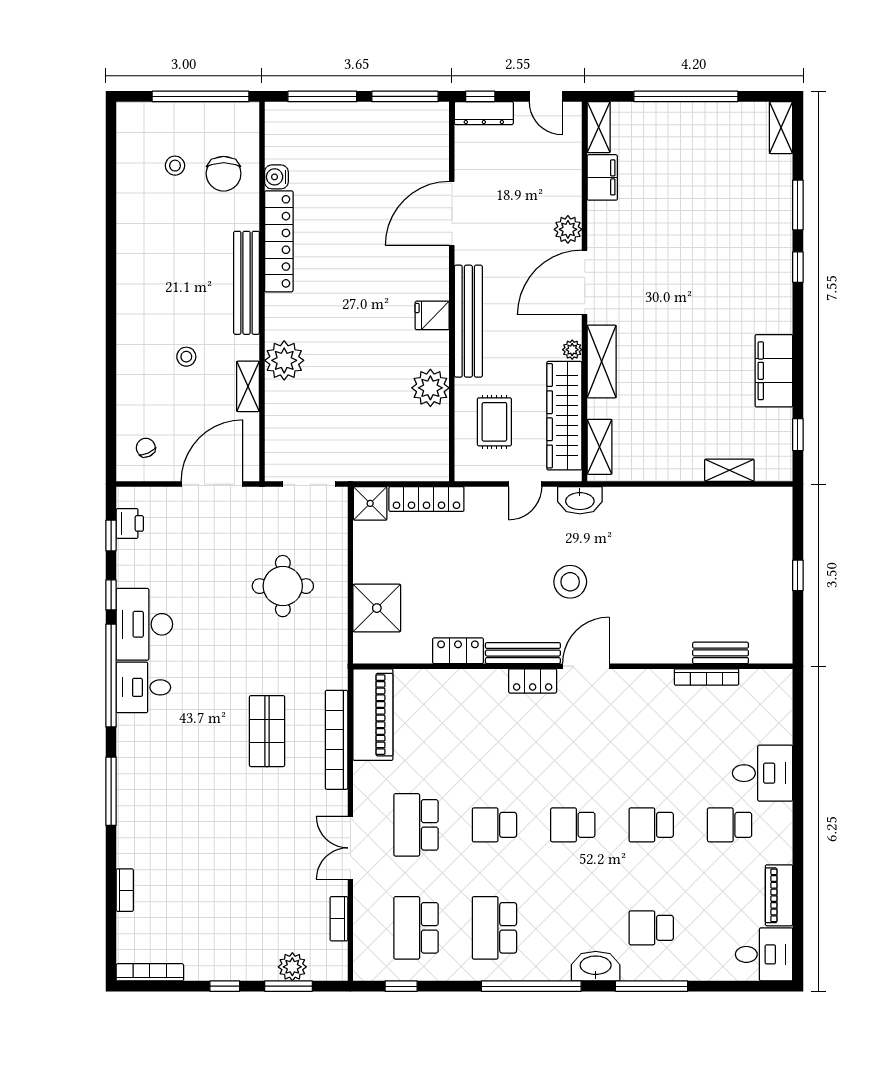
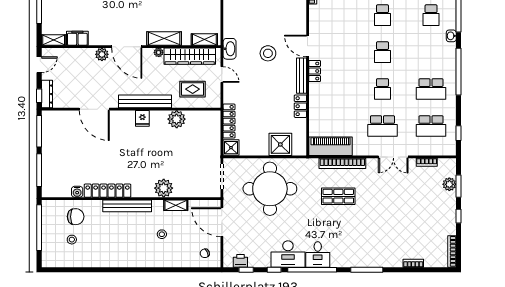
round table: (283, 586) -> (270, 189), width x1.86, depth x1.86
washbasin: (596, 966) -> (451, 36), width x0.52, depth x0.69

